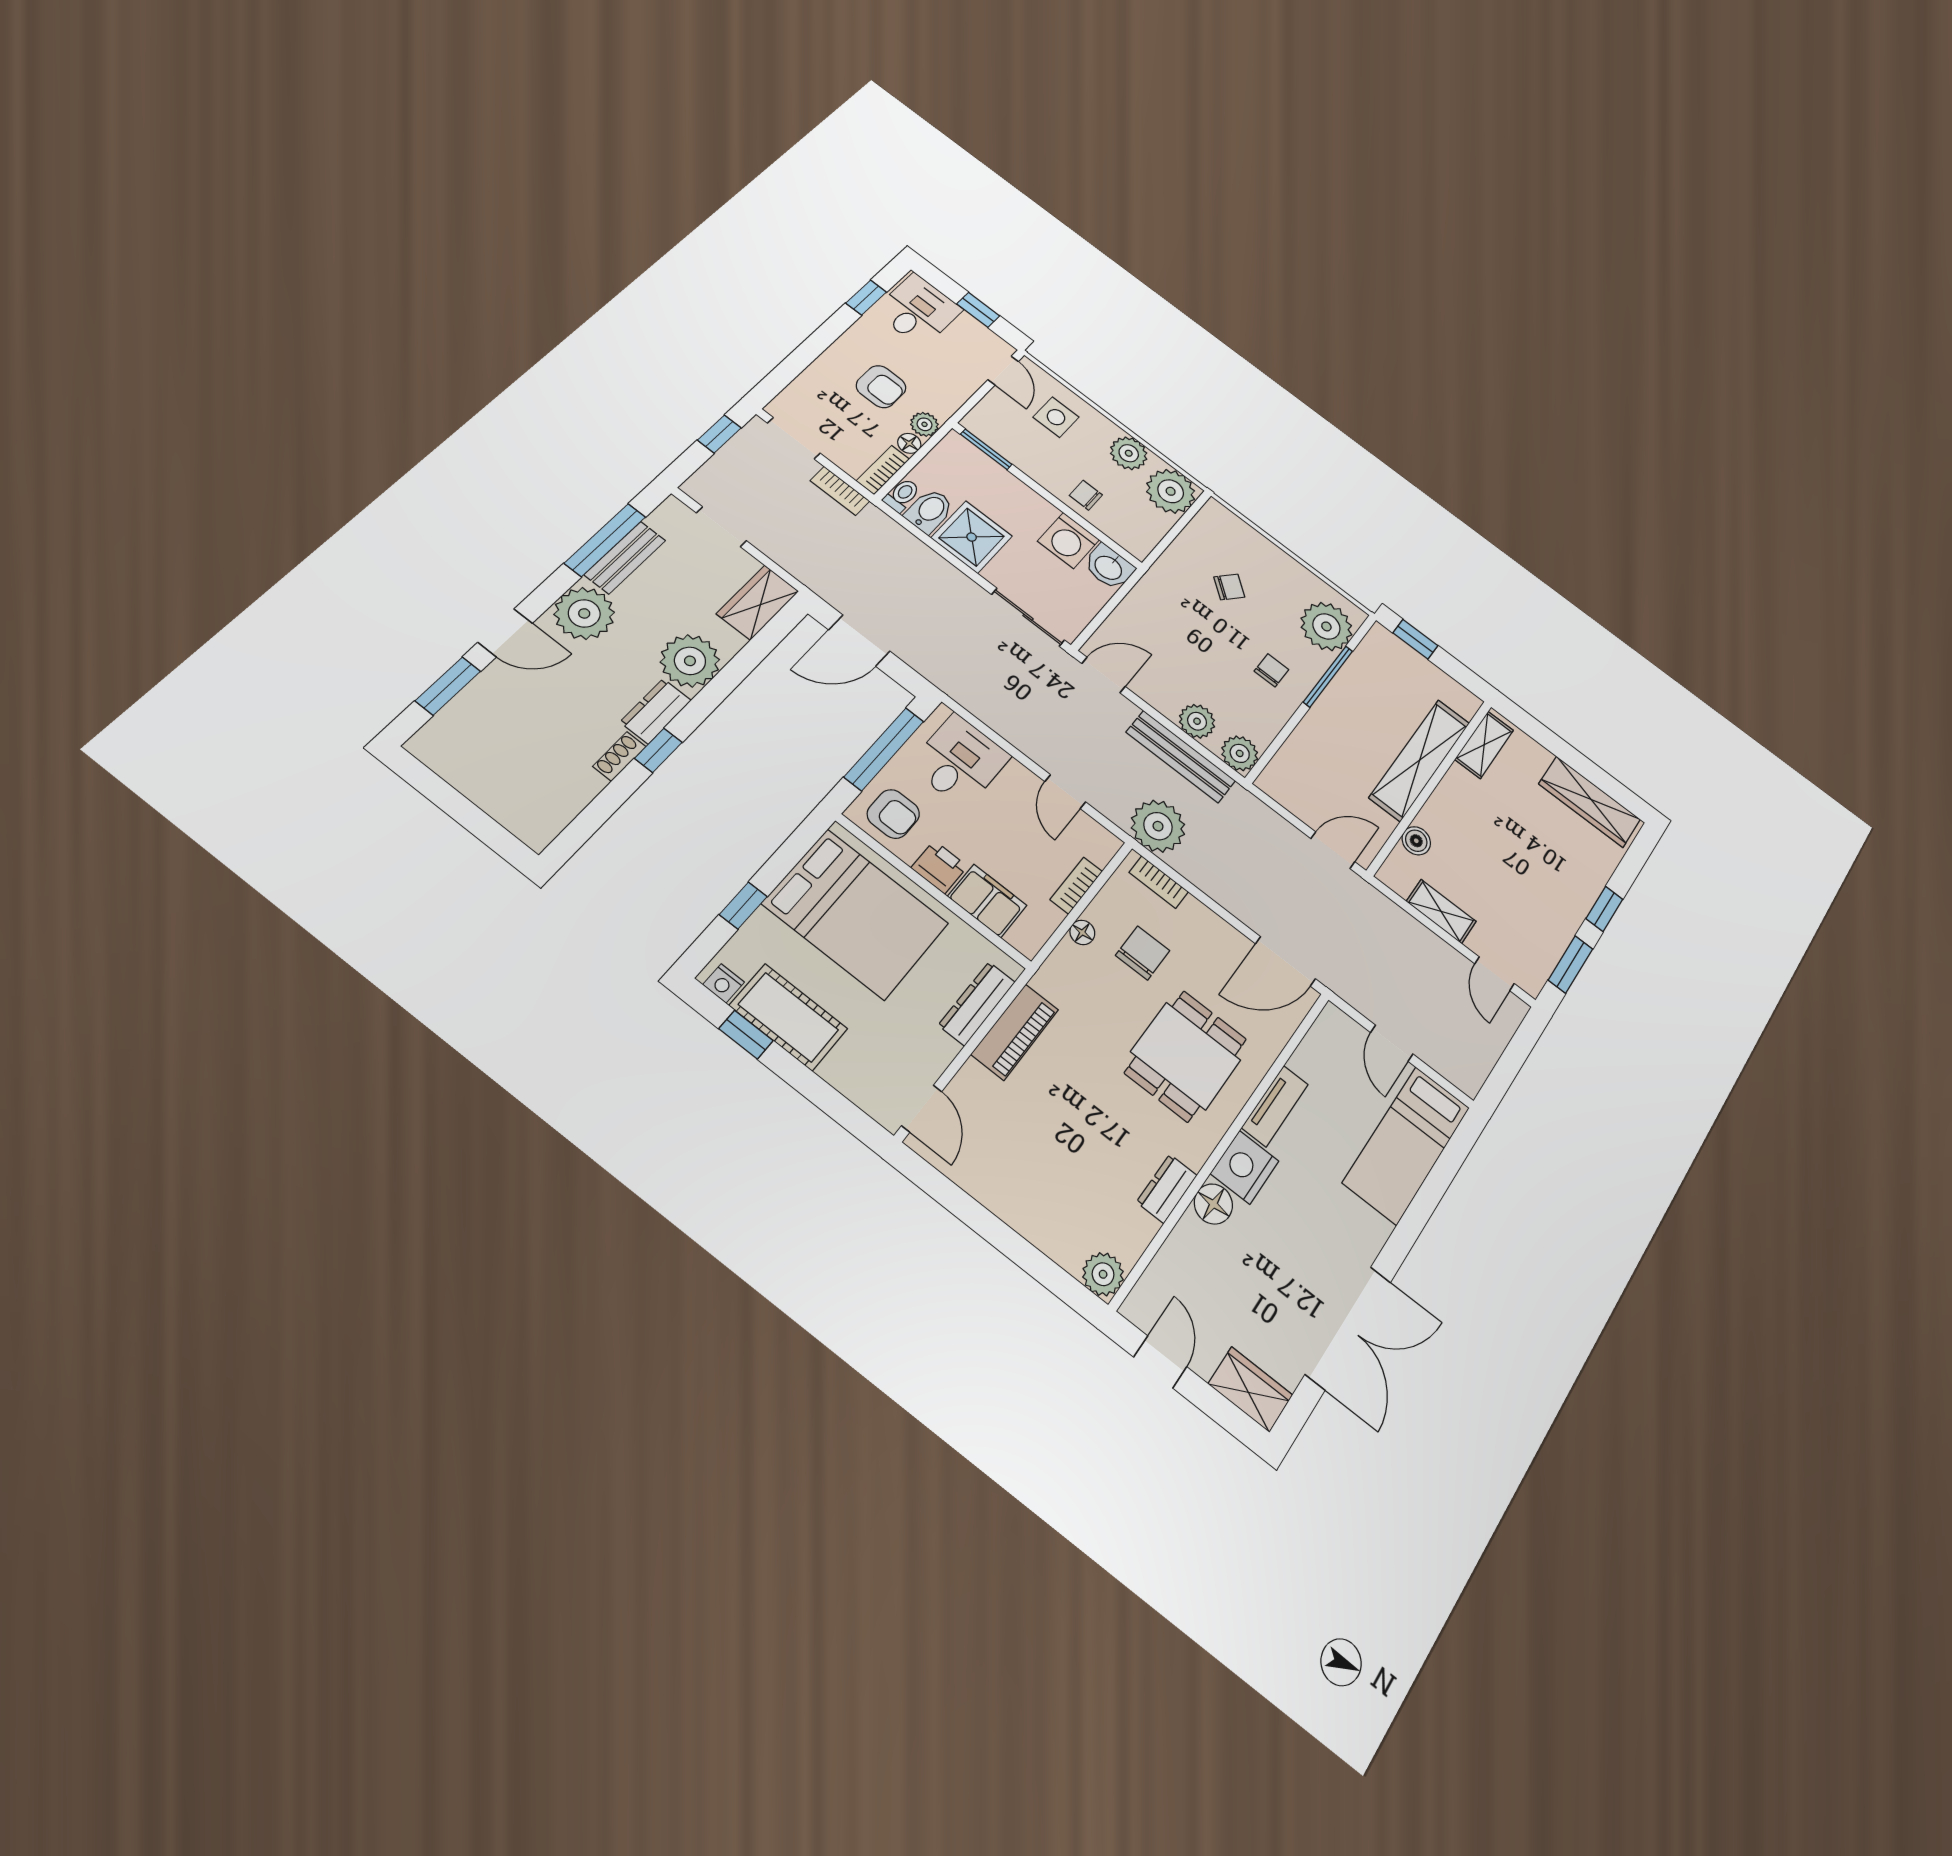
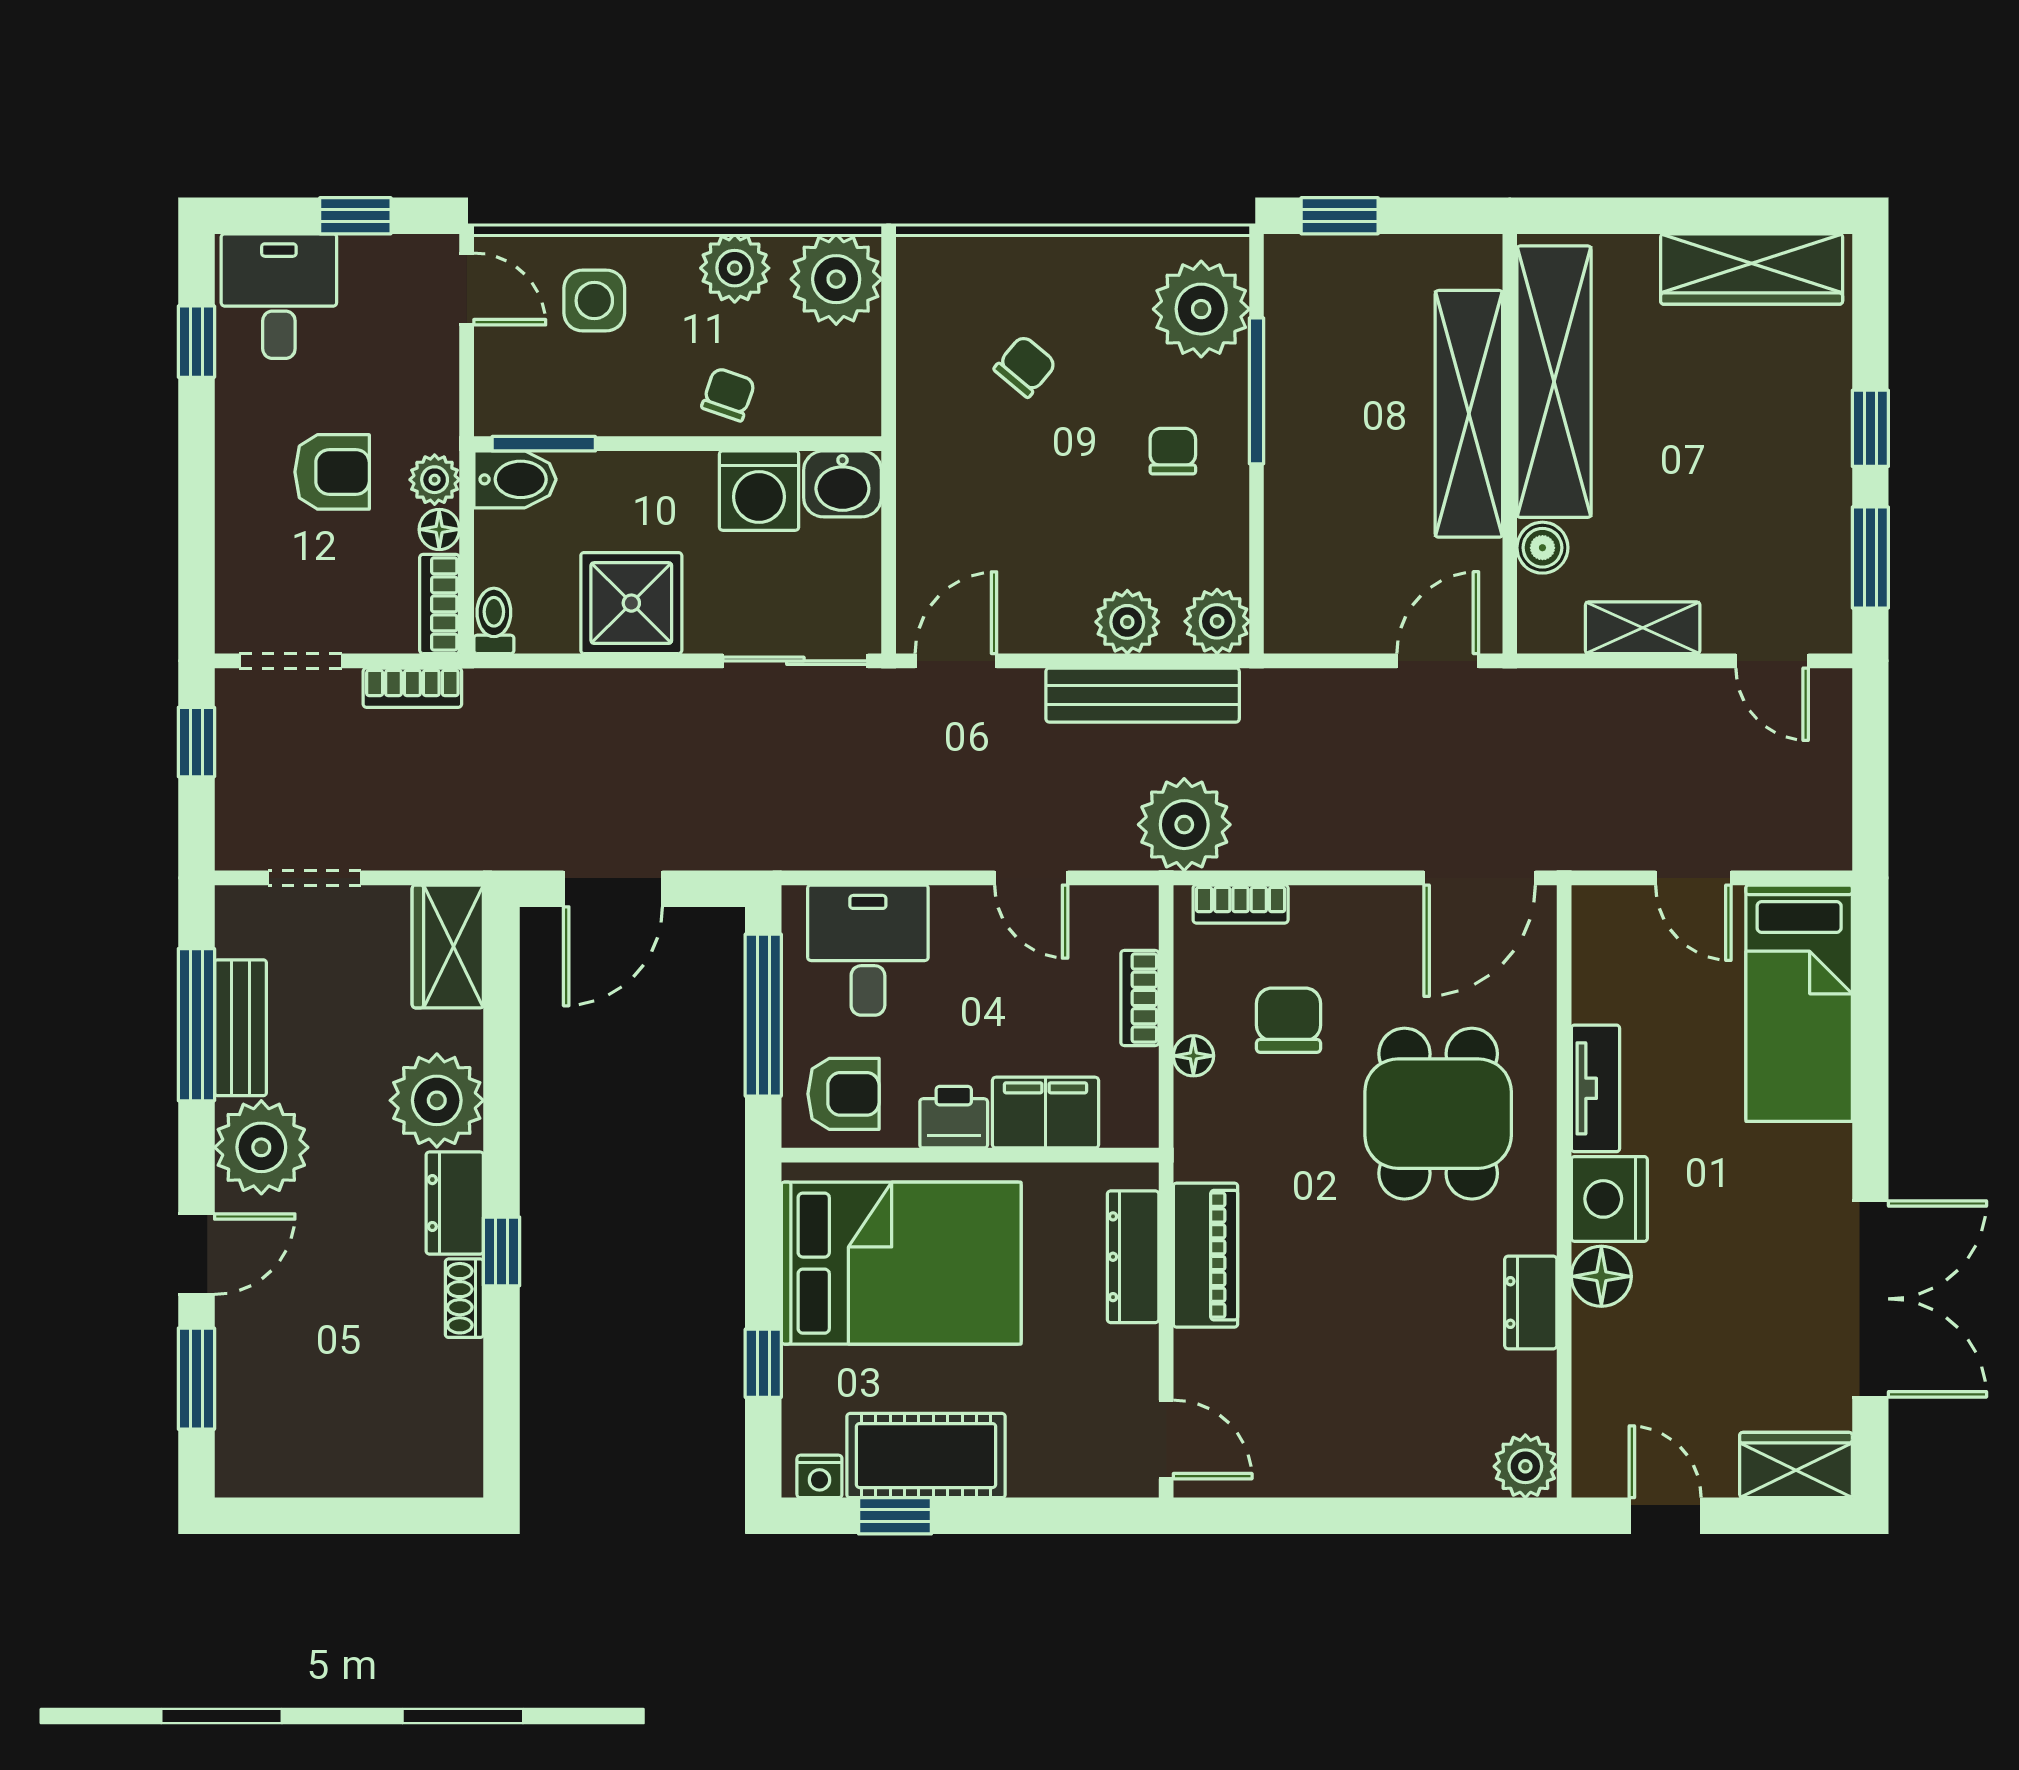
chair: (1086, 495) -> (728, 394), turned 109
bidet: (929, 511) -> (515, 479), moved, turned 90
shelving: (1484, 745) -> (1554, 382), width x2.20, depth x1.33

